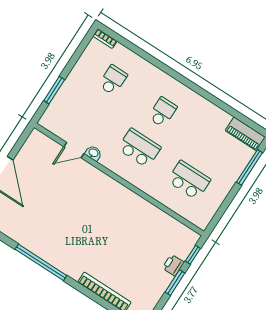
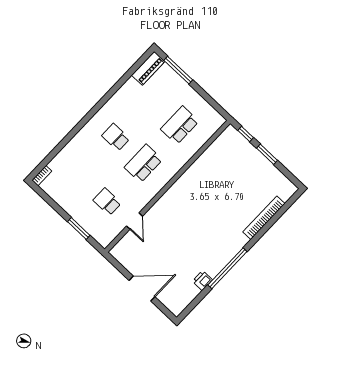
school desk: (113, 80) -> (107, 202), moved
washbasin: (93, 153) -> (140, 204), removed
printer: (173, 265) -> (202, 281), moved, turned 90

